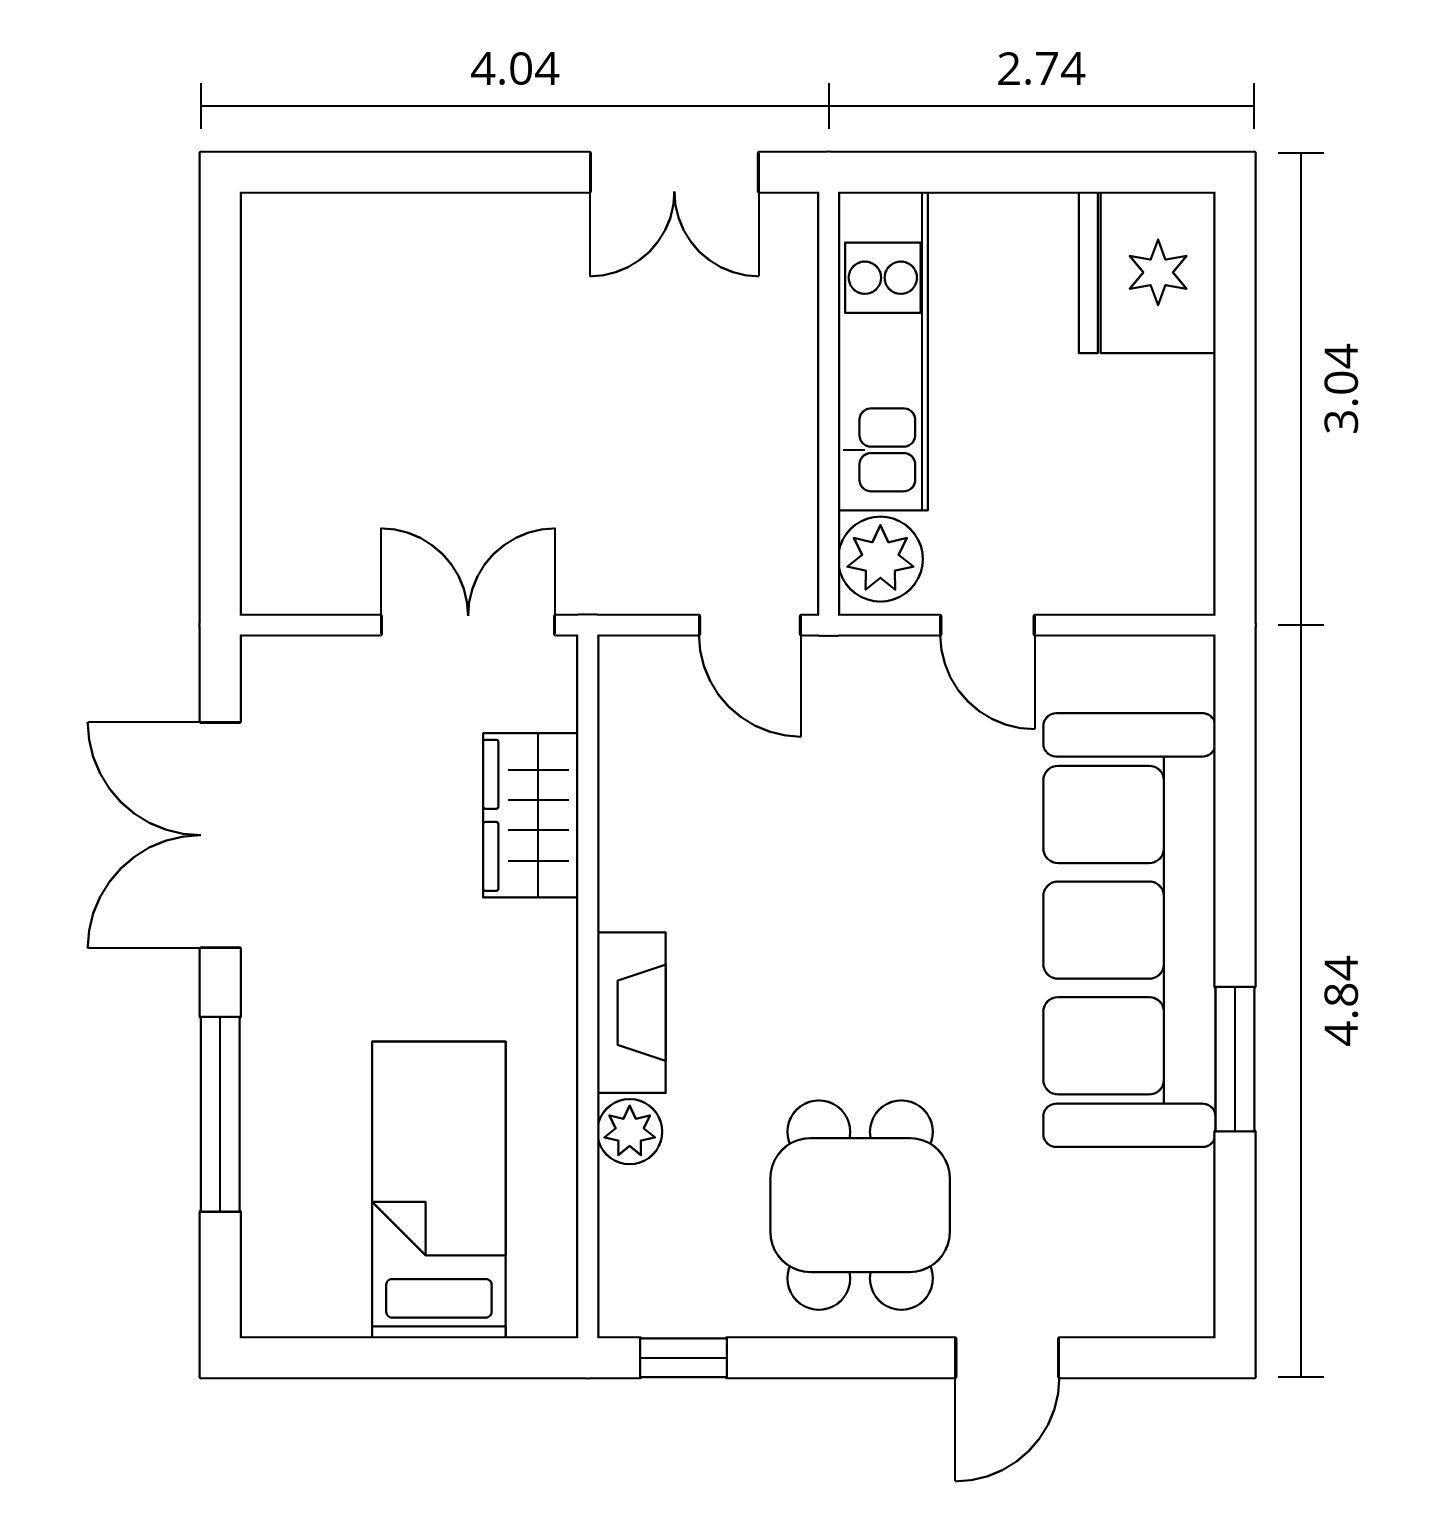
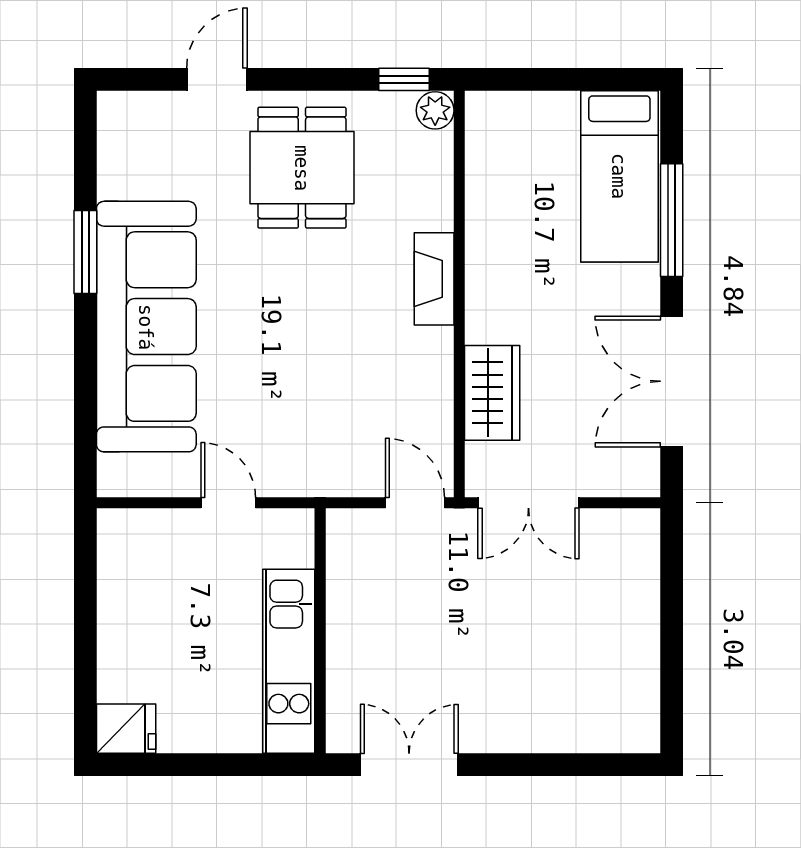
fridge: (1147, 272) -> (126, 729), width x0.53, depth x0.75
plant: (880, 559) -> (290, 541), removed
door: (750, 625) -> (415, 503), moved
double door: (220, 835) -> (672, 381), swing flipped
plant: (630, 1132) -> (435, 110), moved
bed: (439, 1190) -> (619, 176), moved

